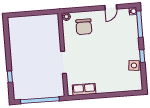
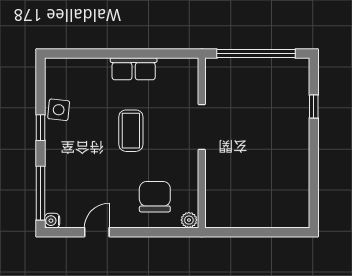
coffee table: (98, 58) -> (131, 131), added
row of seats: (84, 89) -> (134, 69), moved

